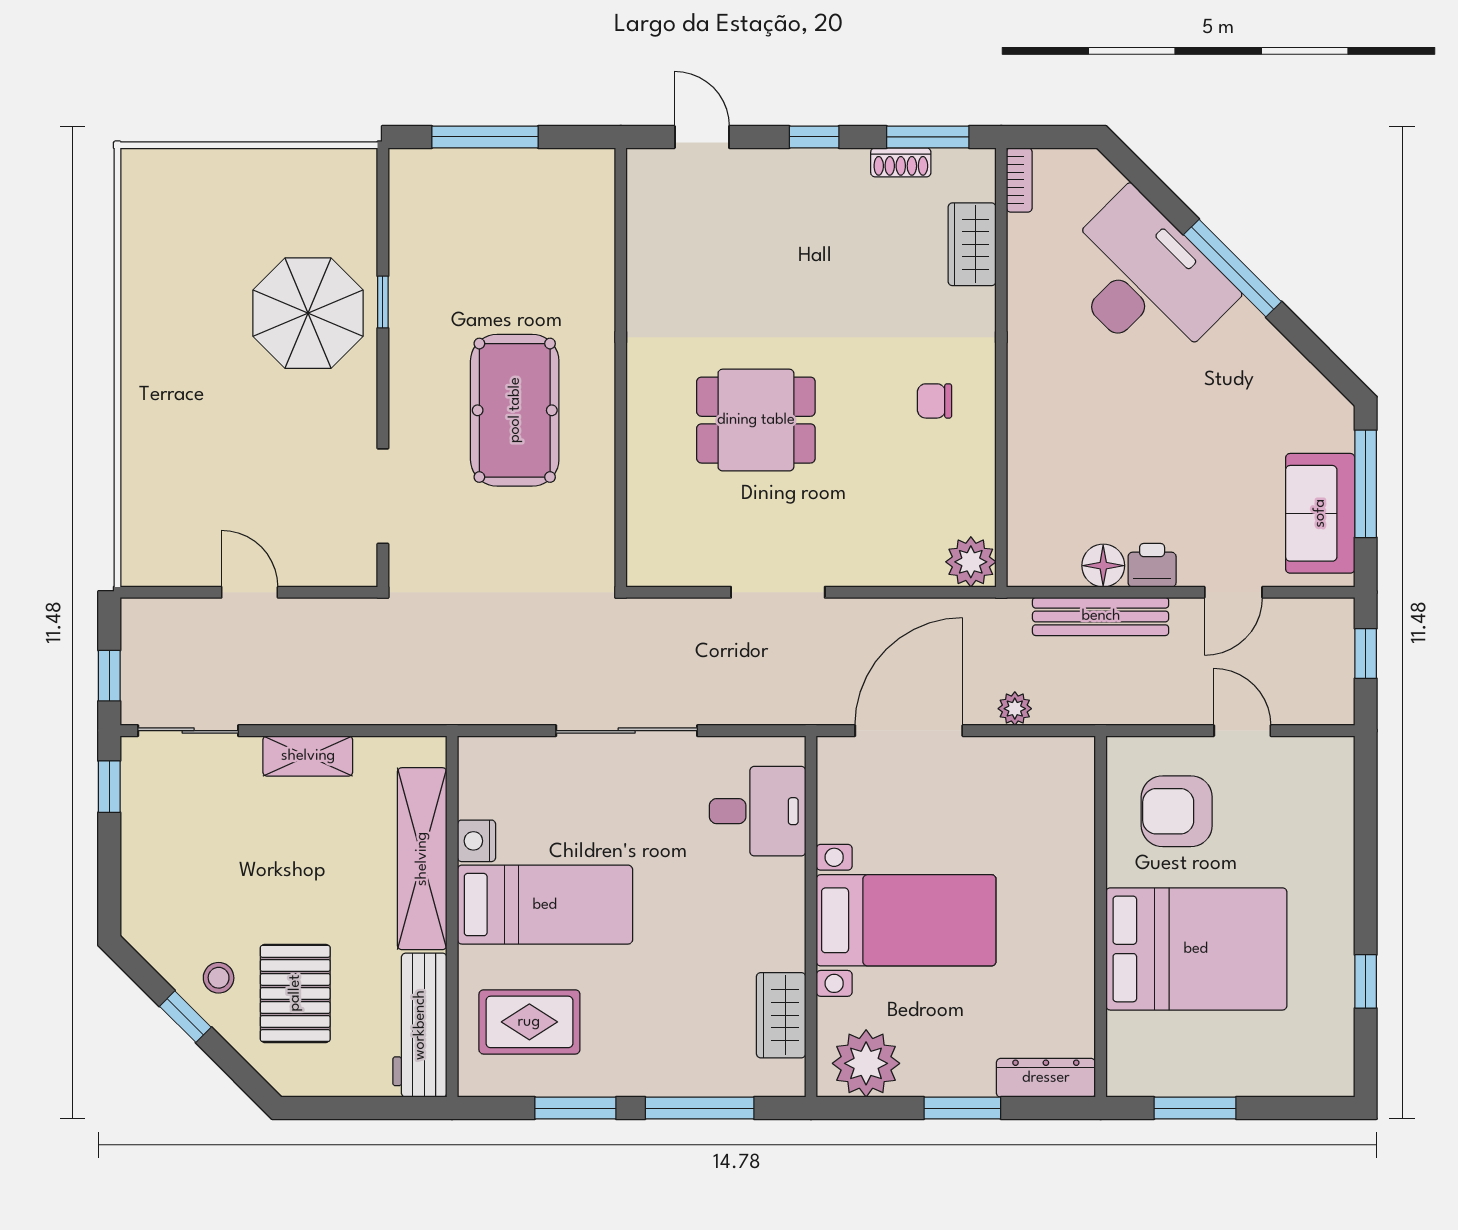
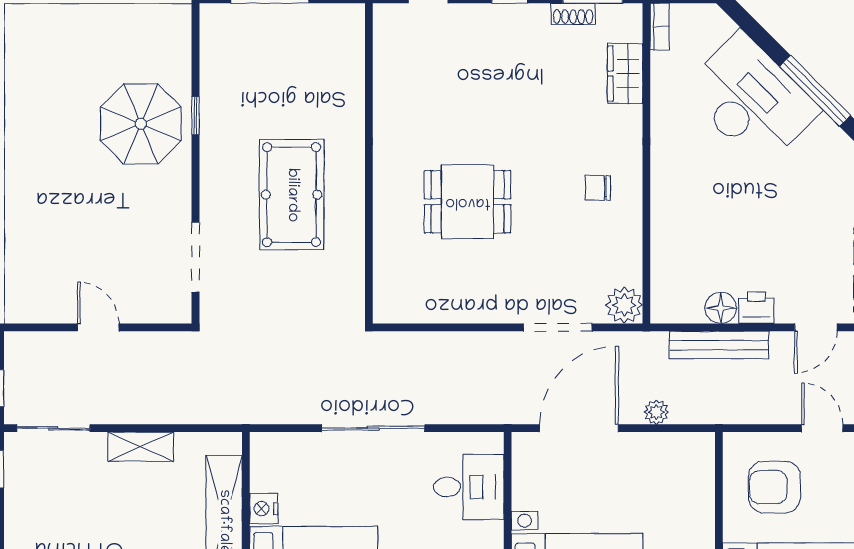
doorway: (778, 592) -> (558, 327), moved

